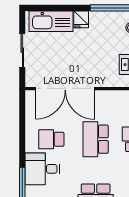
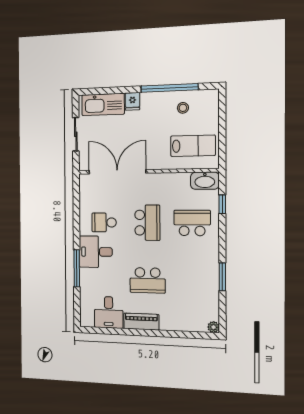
double door: (65, 89) -> (117, 172), swing flipped
school desk: (96, 139) -> (147, 223), turned 180

